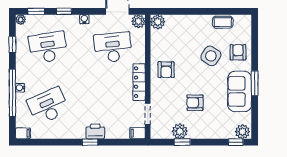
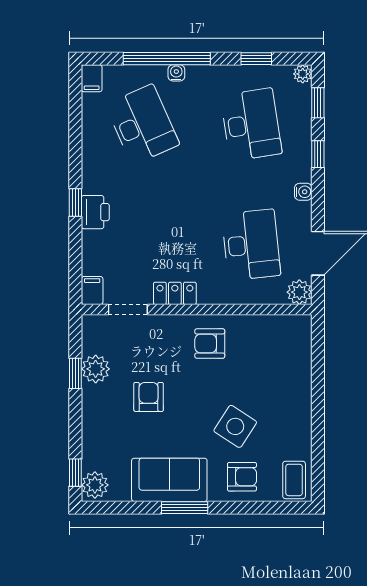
plant: (158, 22) -> (298, 328), removed
coffee table: (223, 22) -> (294, 480), moved
locker: (139, 82) -> (175, 293), width x0.66

